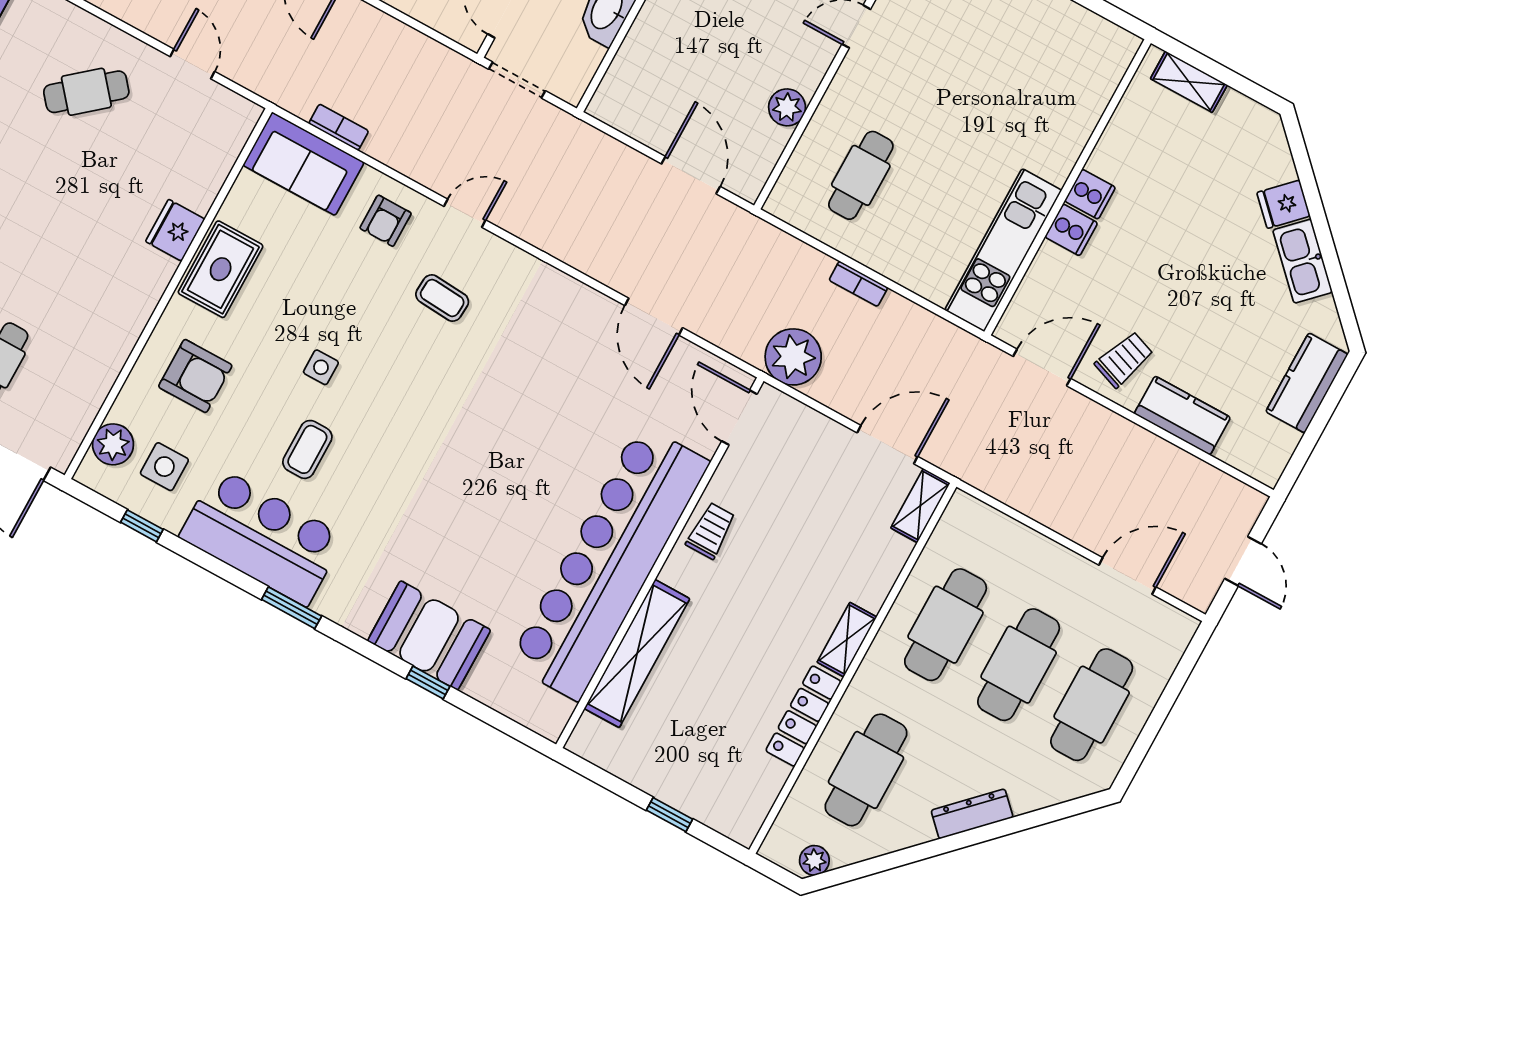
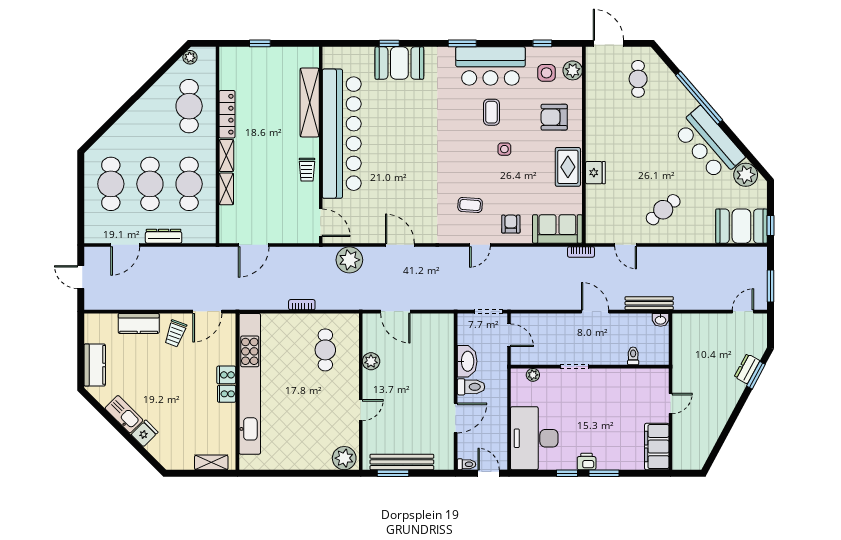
bookcase: (339, 127) -> (581, 252), moved
kitchen unit: (1003, 250) -> (250, 384), width x1.86
door: (654, 317) -> (400, 245), moved
plant: (793, 357) -> (349, 260), moved
shelving: (920, 506) -> (226, 189), moved
dresser: (972, 814) -> (164, 236), moved, turned -135

